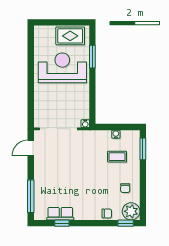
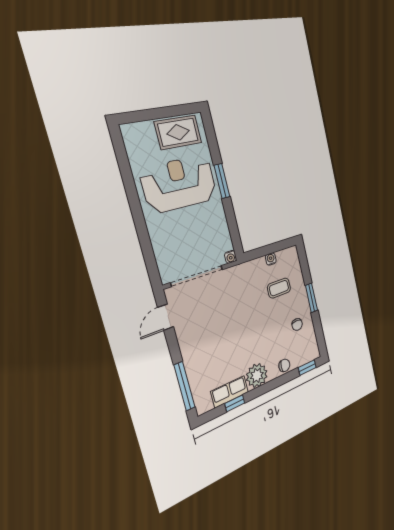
window: (92, 57) -> (222, 181), moved
window: (143, 149) -> (311, 298), moved
plant: (131, 211) -> (257, 375), moved

